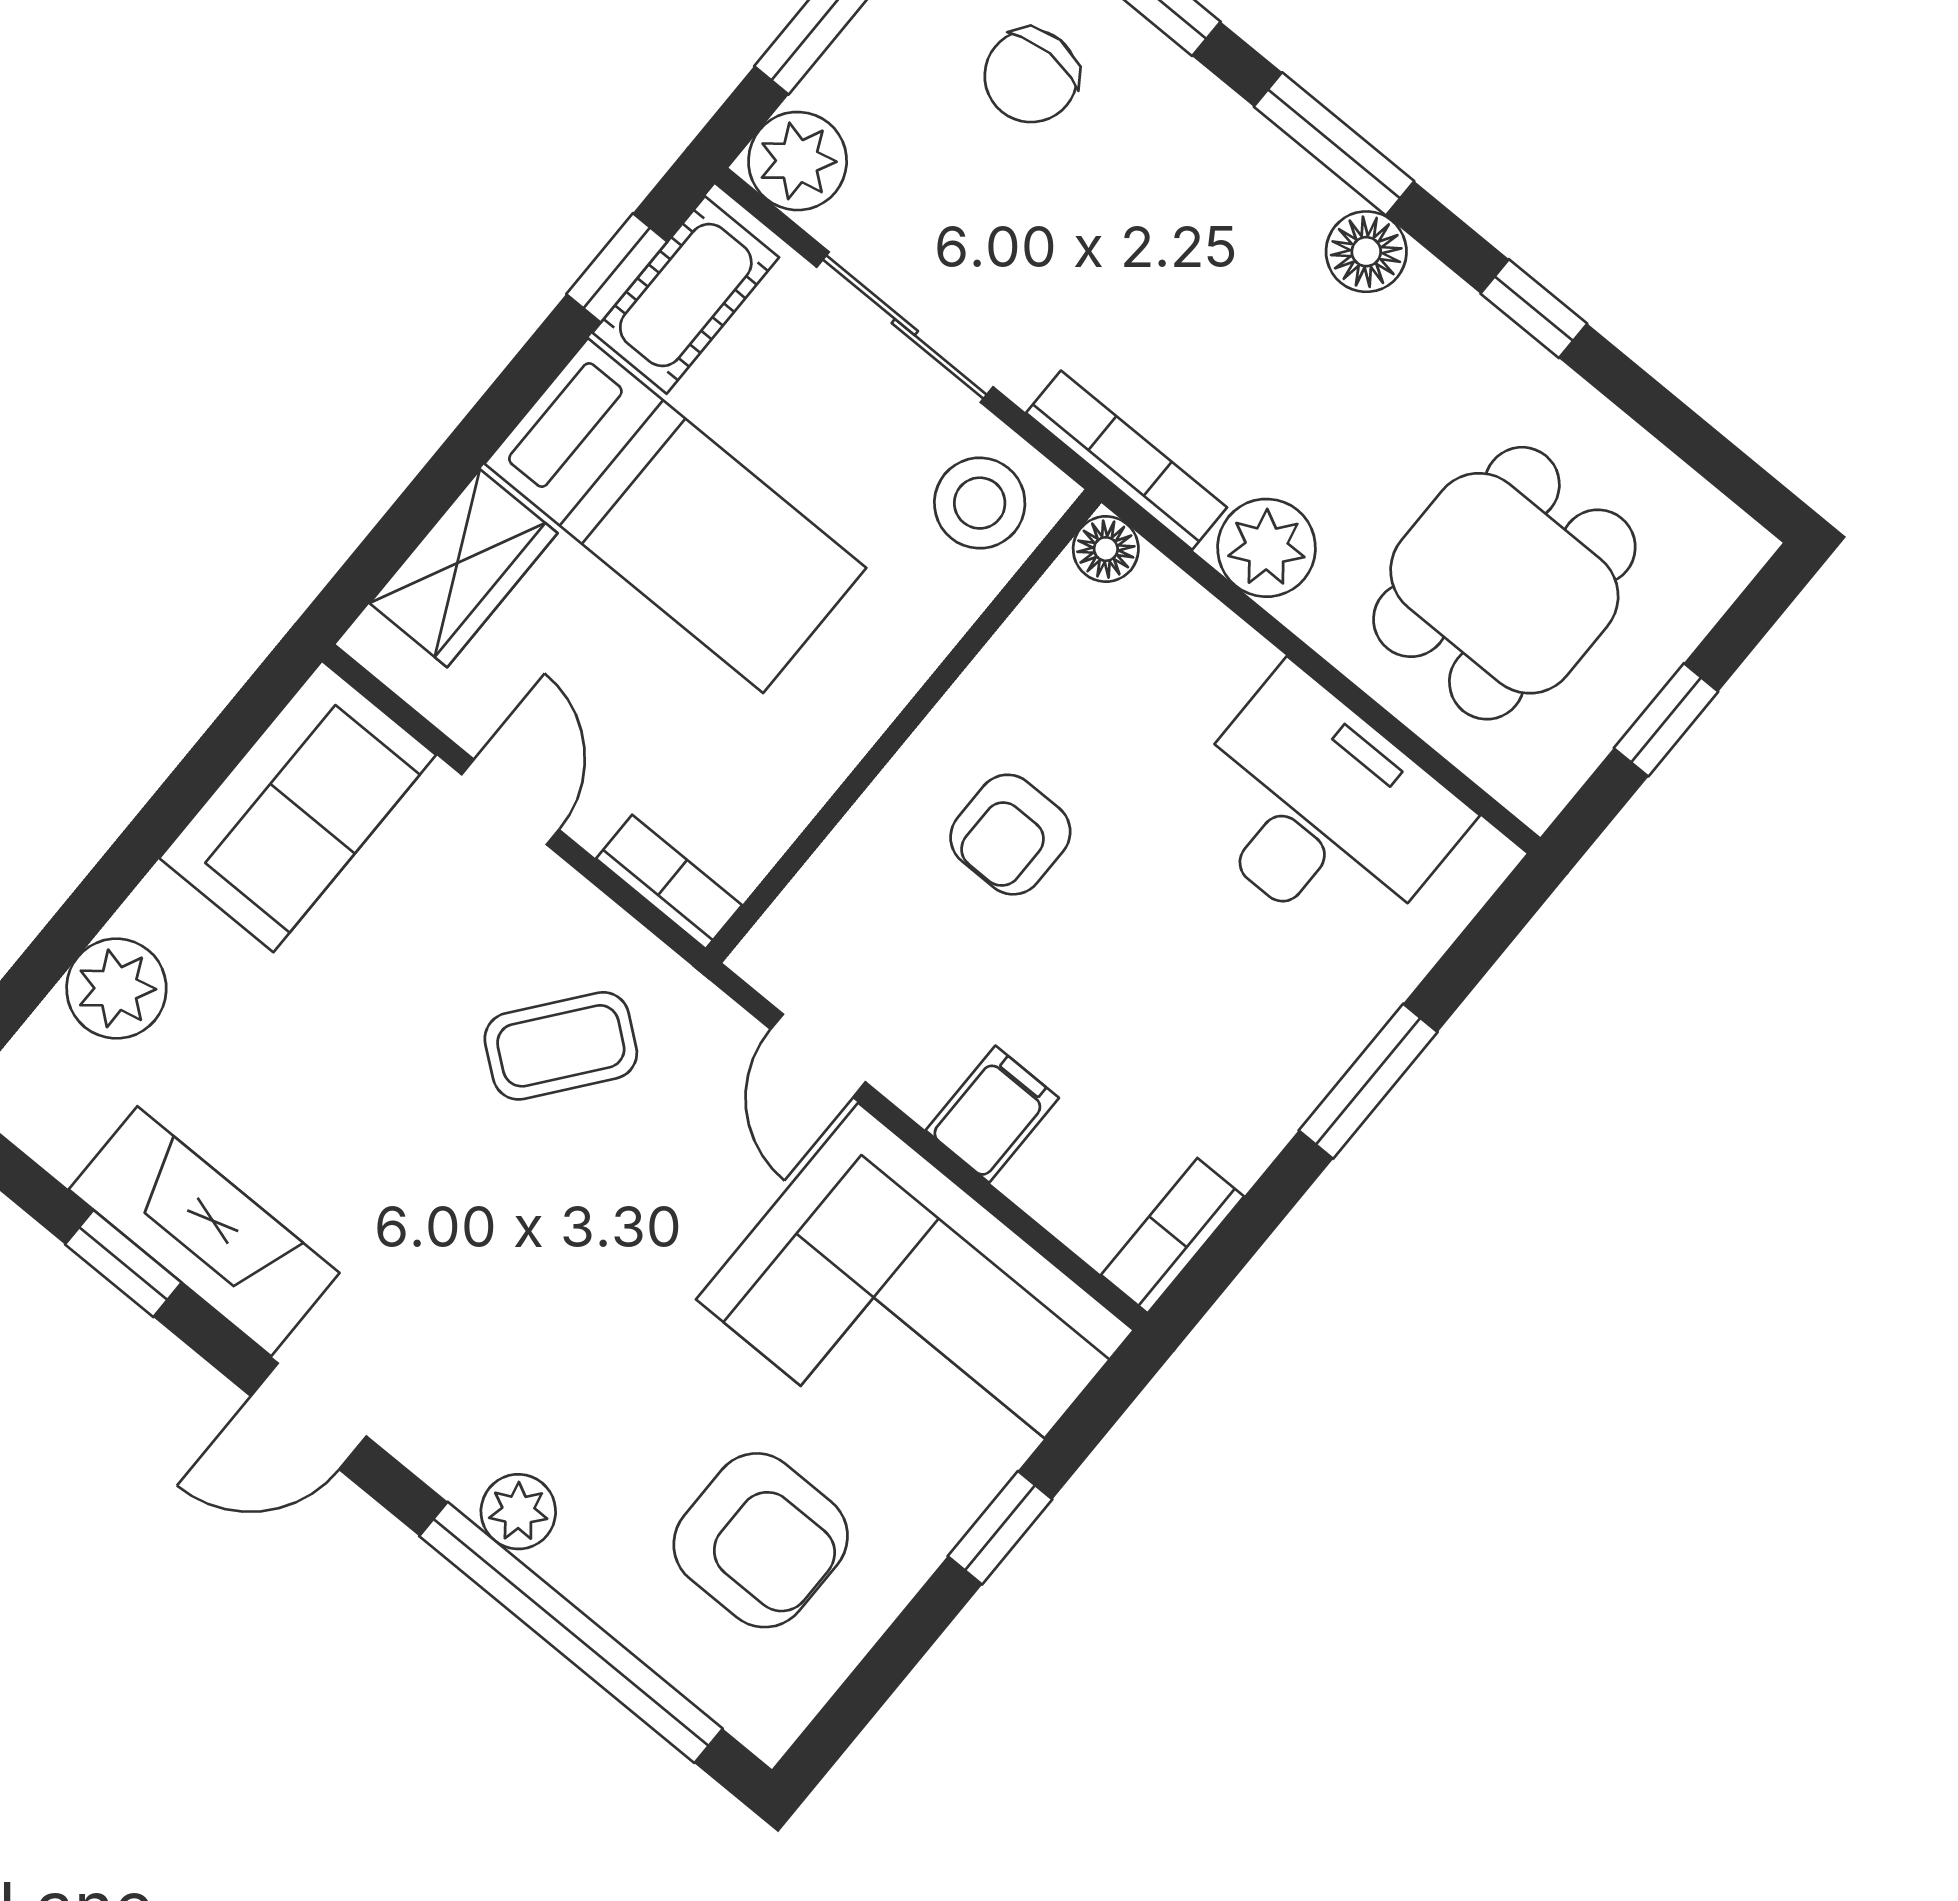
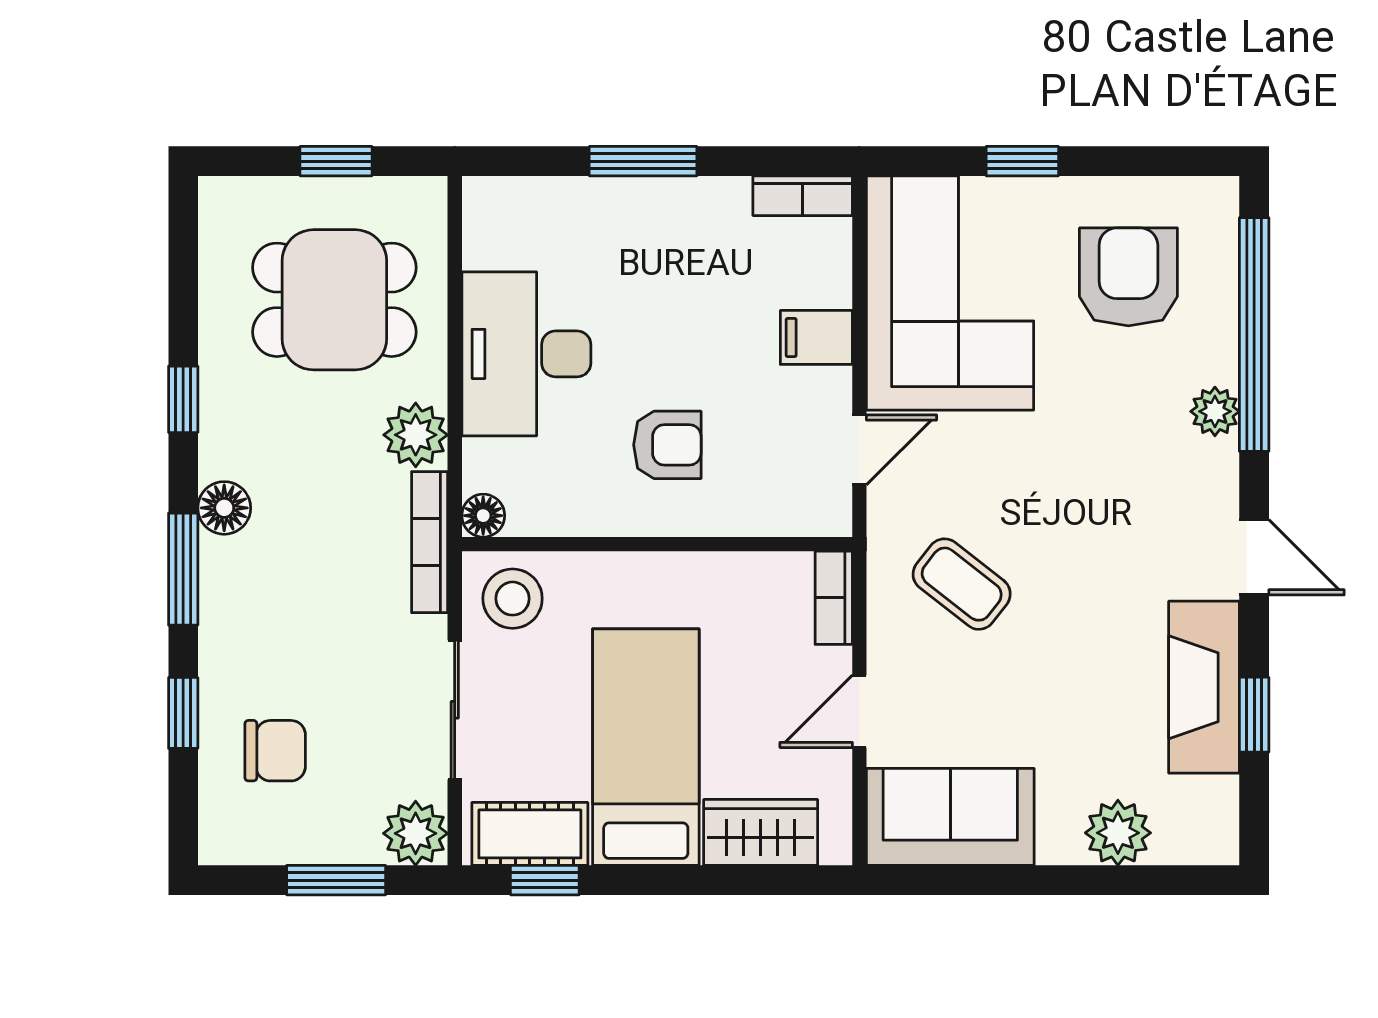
desk: (1321, 812) -> (526, 354), moved

